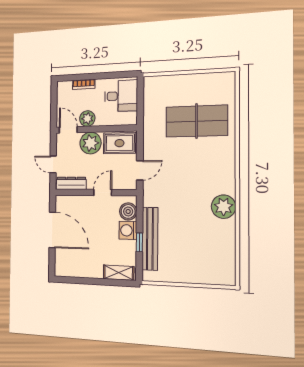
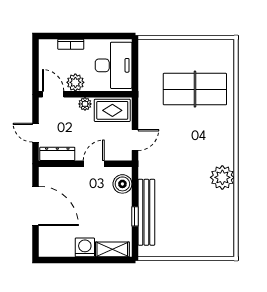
desk: (121, 96) -> (114, 65), width x1.37
plant: (91, 143) -> (85, 104), width x0.53, depth x0.53
washing machine: (128, 230) -> (85, 247), moved, turned 90

